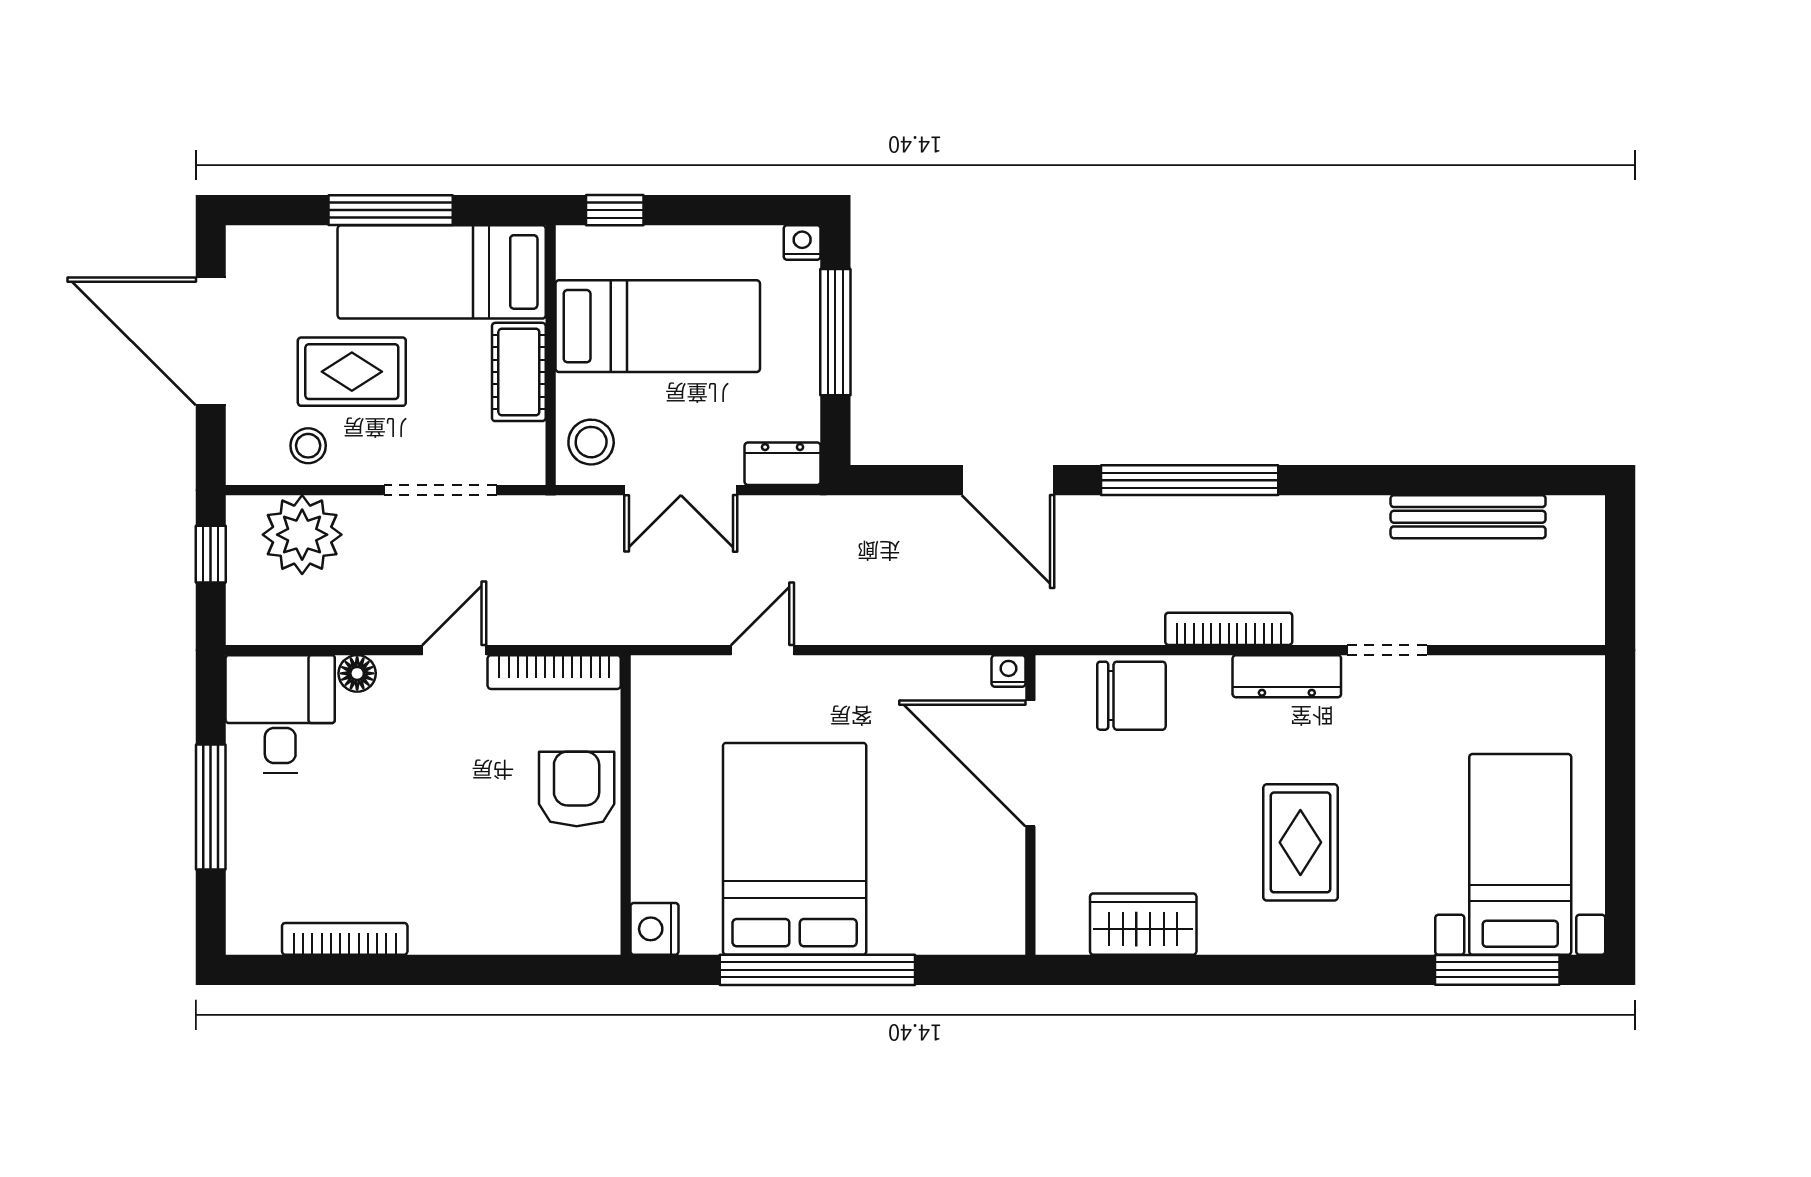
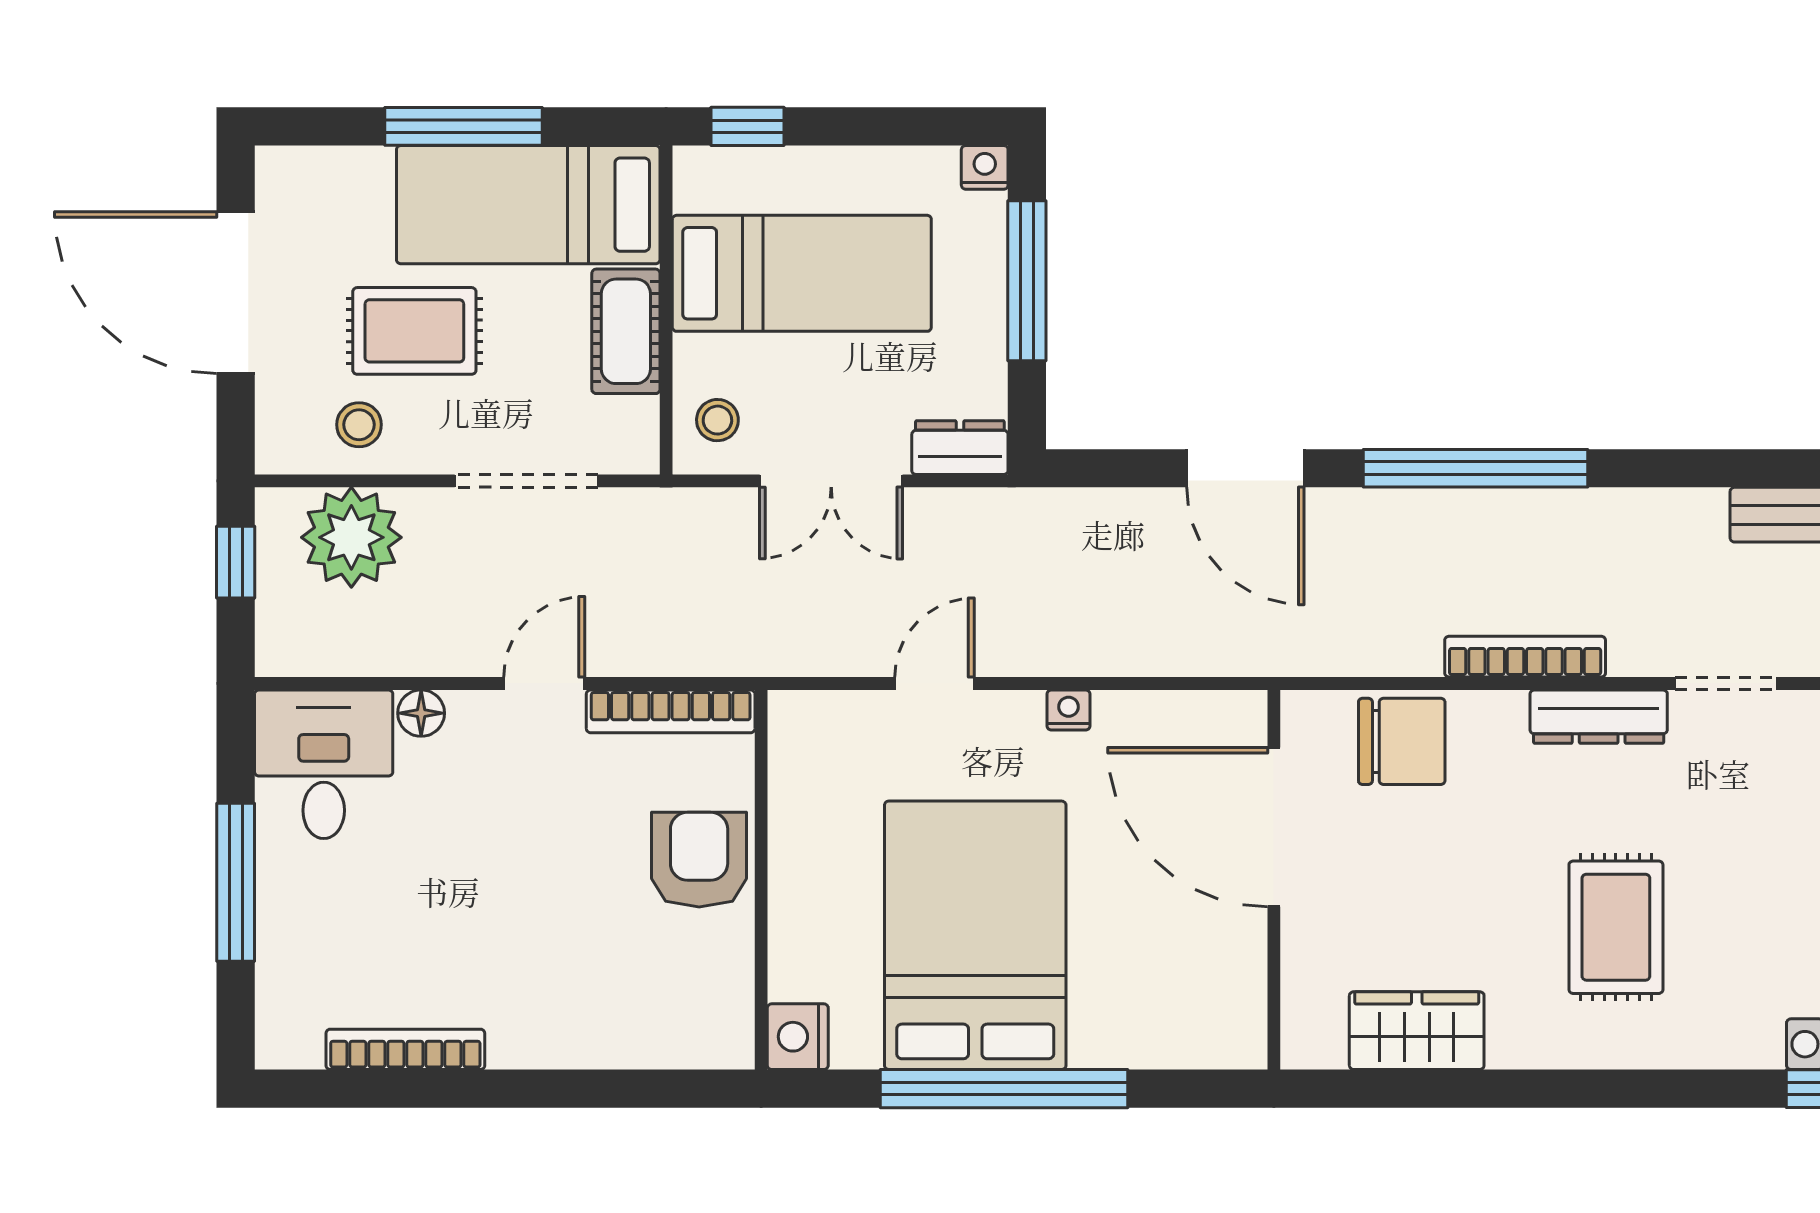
stool: (591, 442) -> (717, 420), width x0.73, depth x0.73
nightstand: (1009, 671) -> (1069, 710), moved

